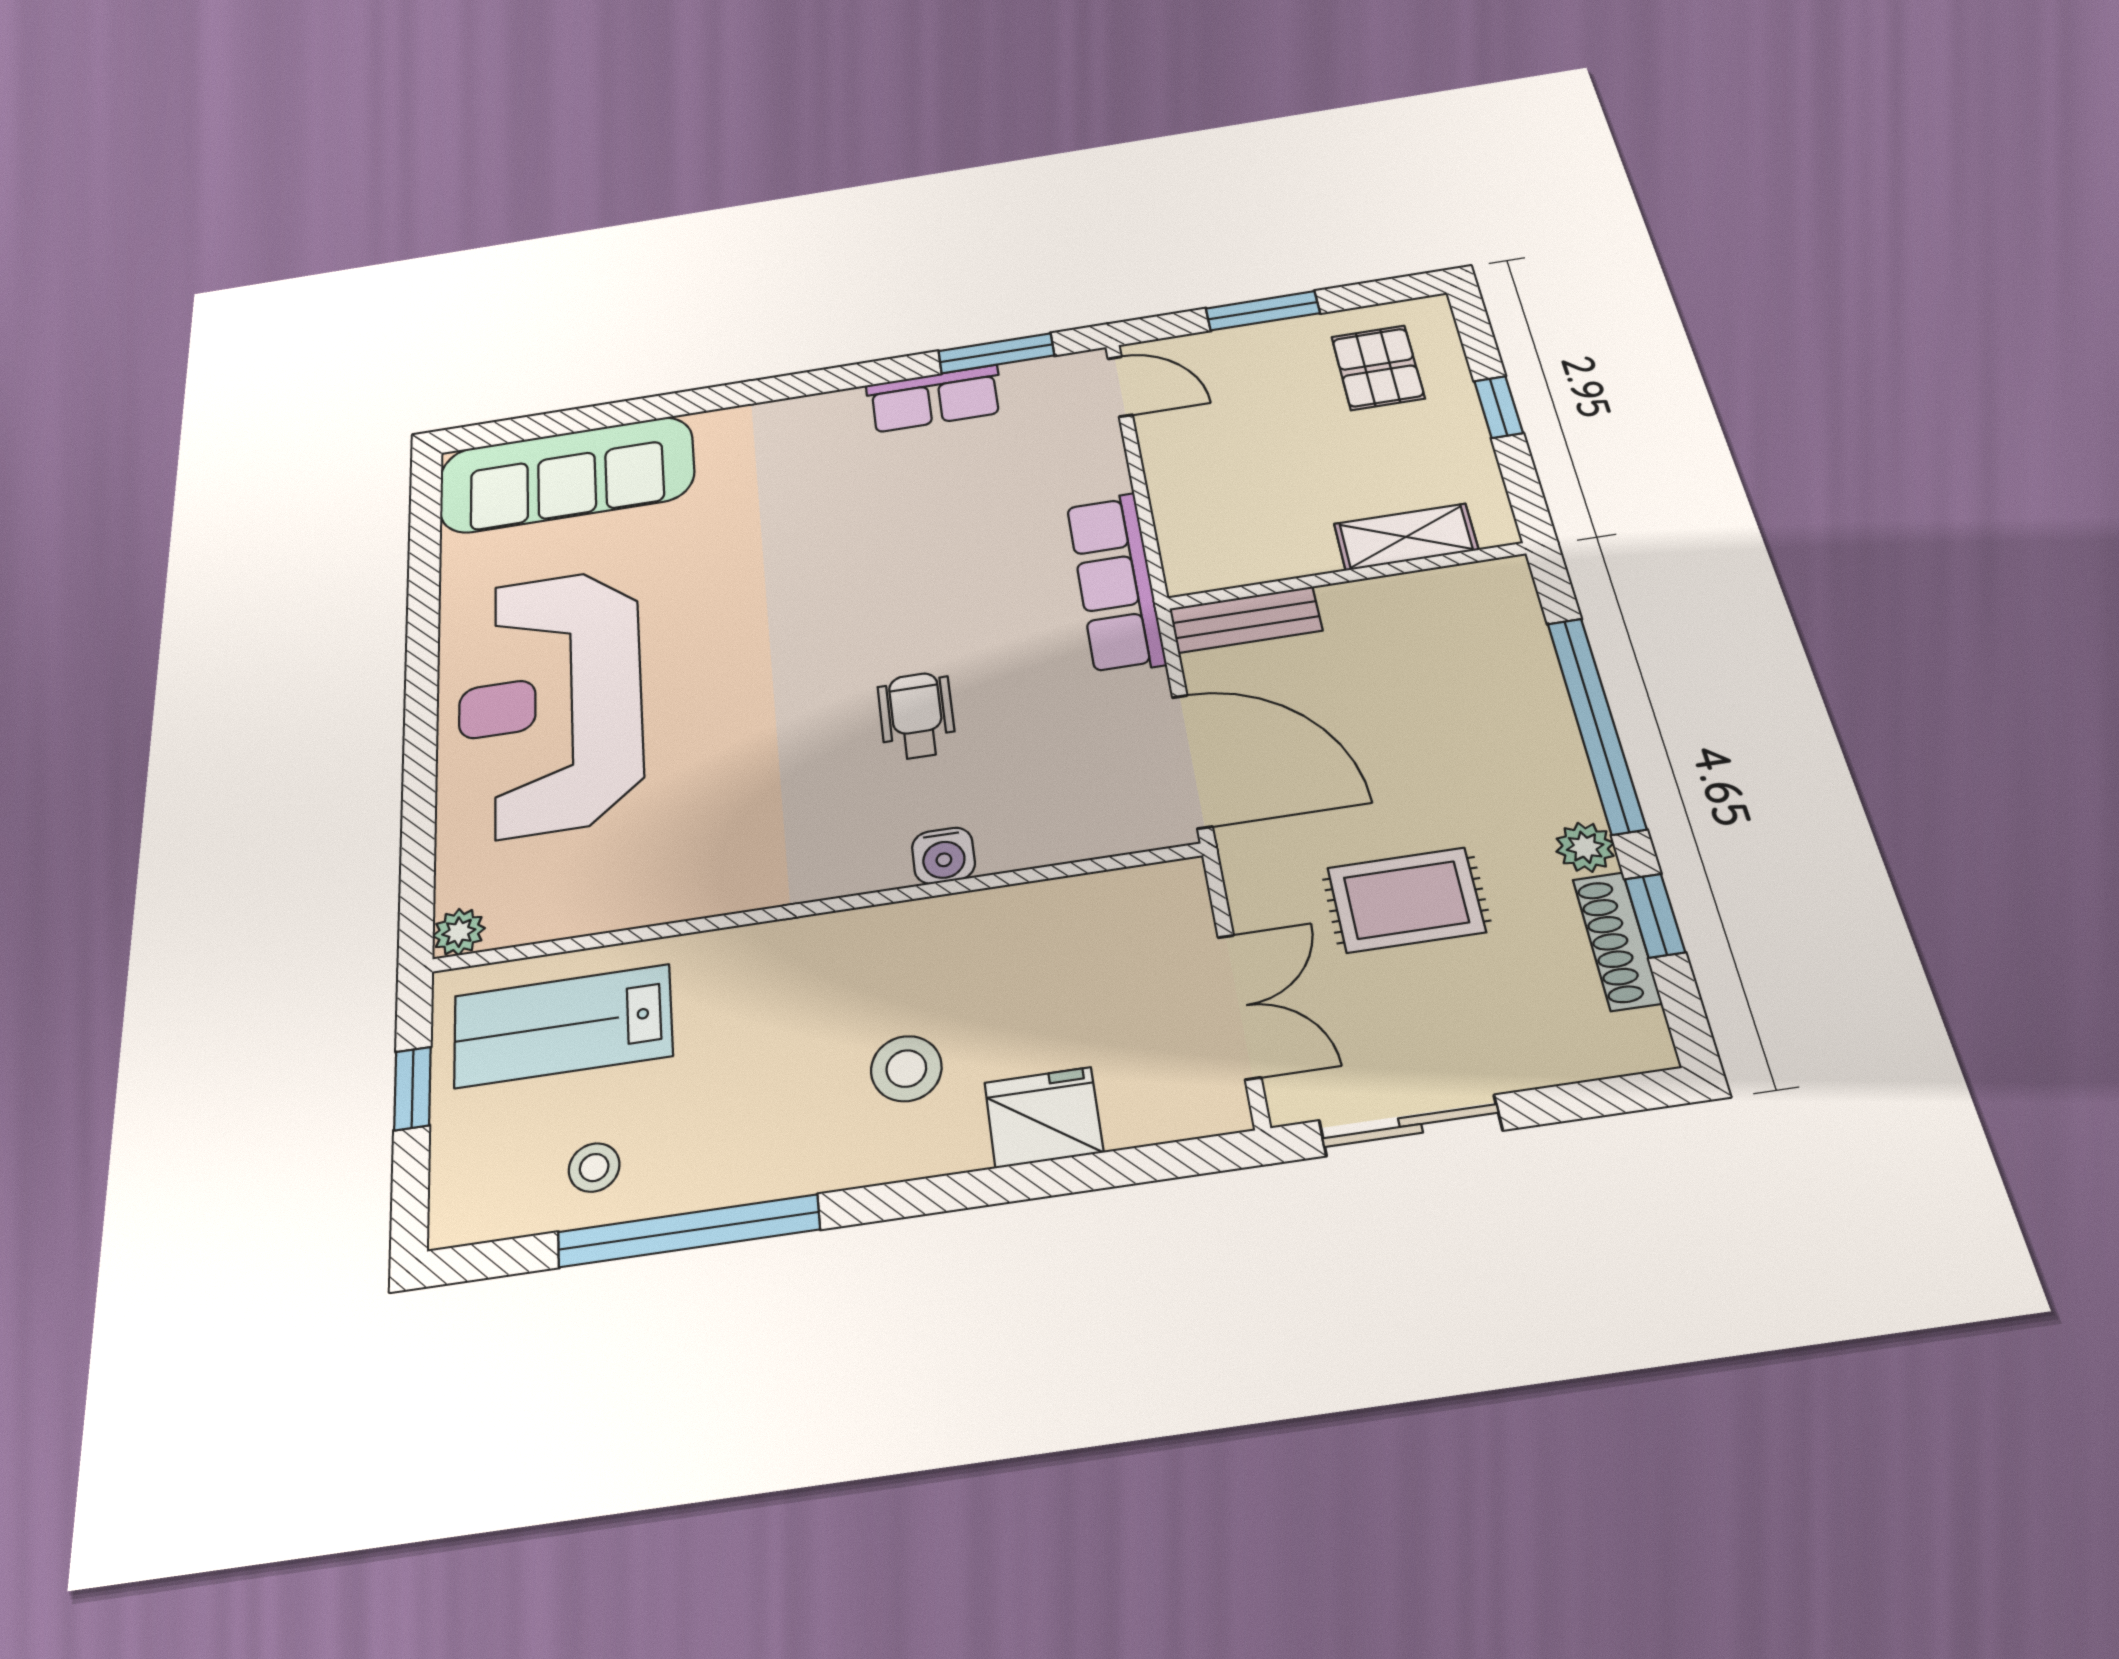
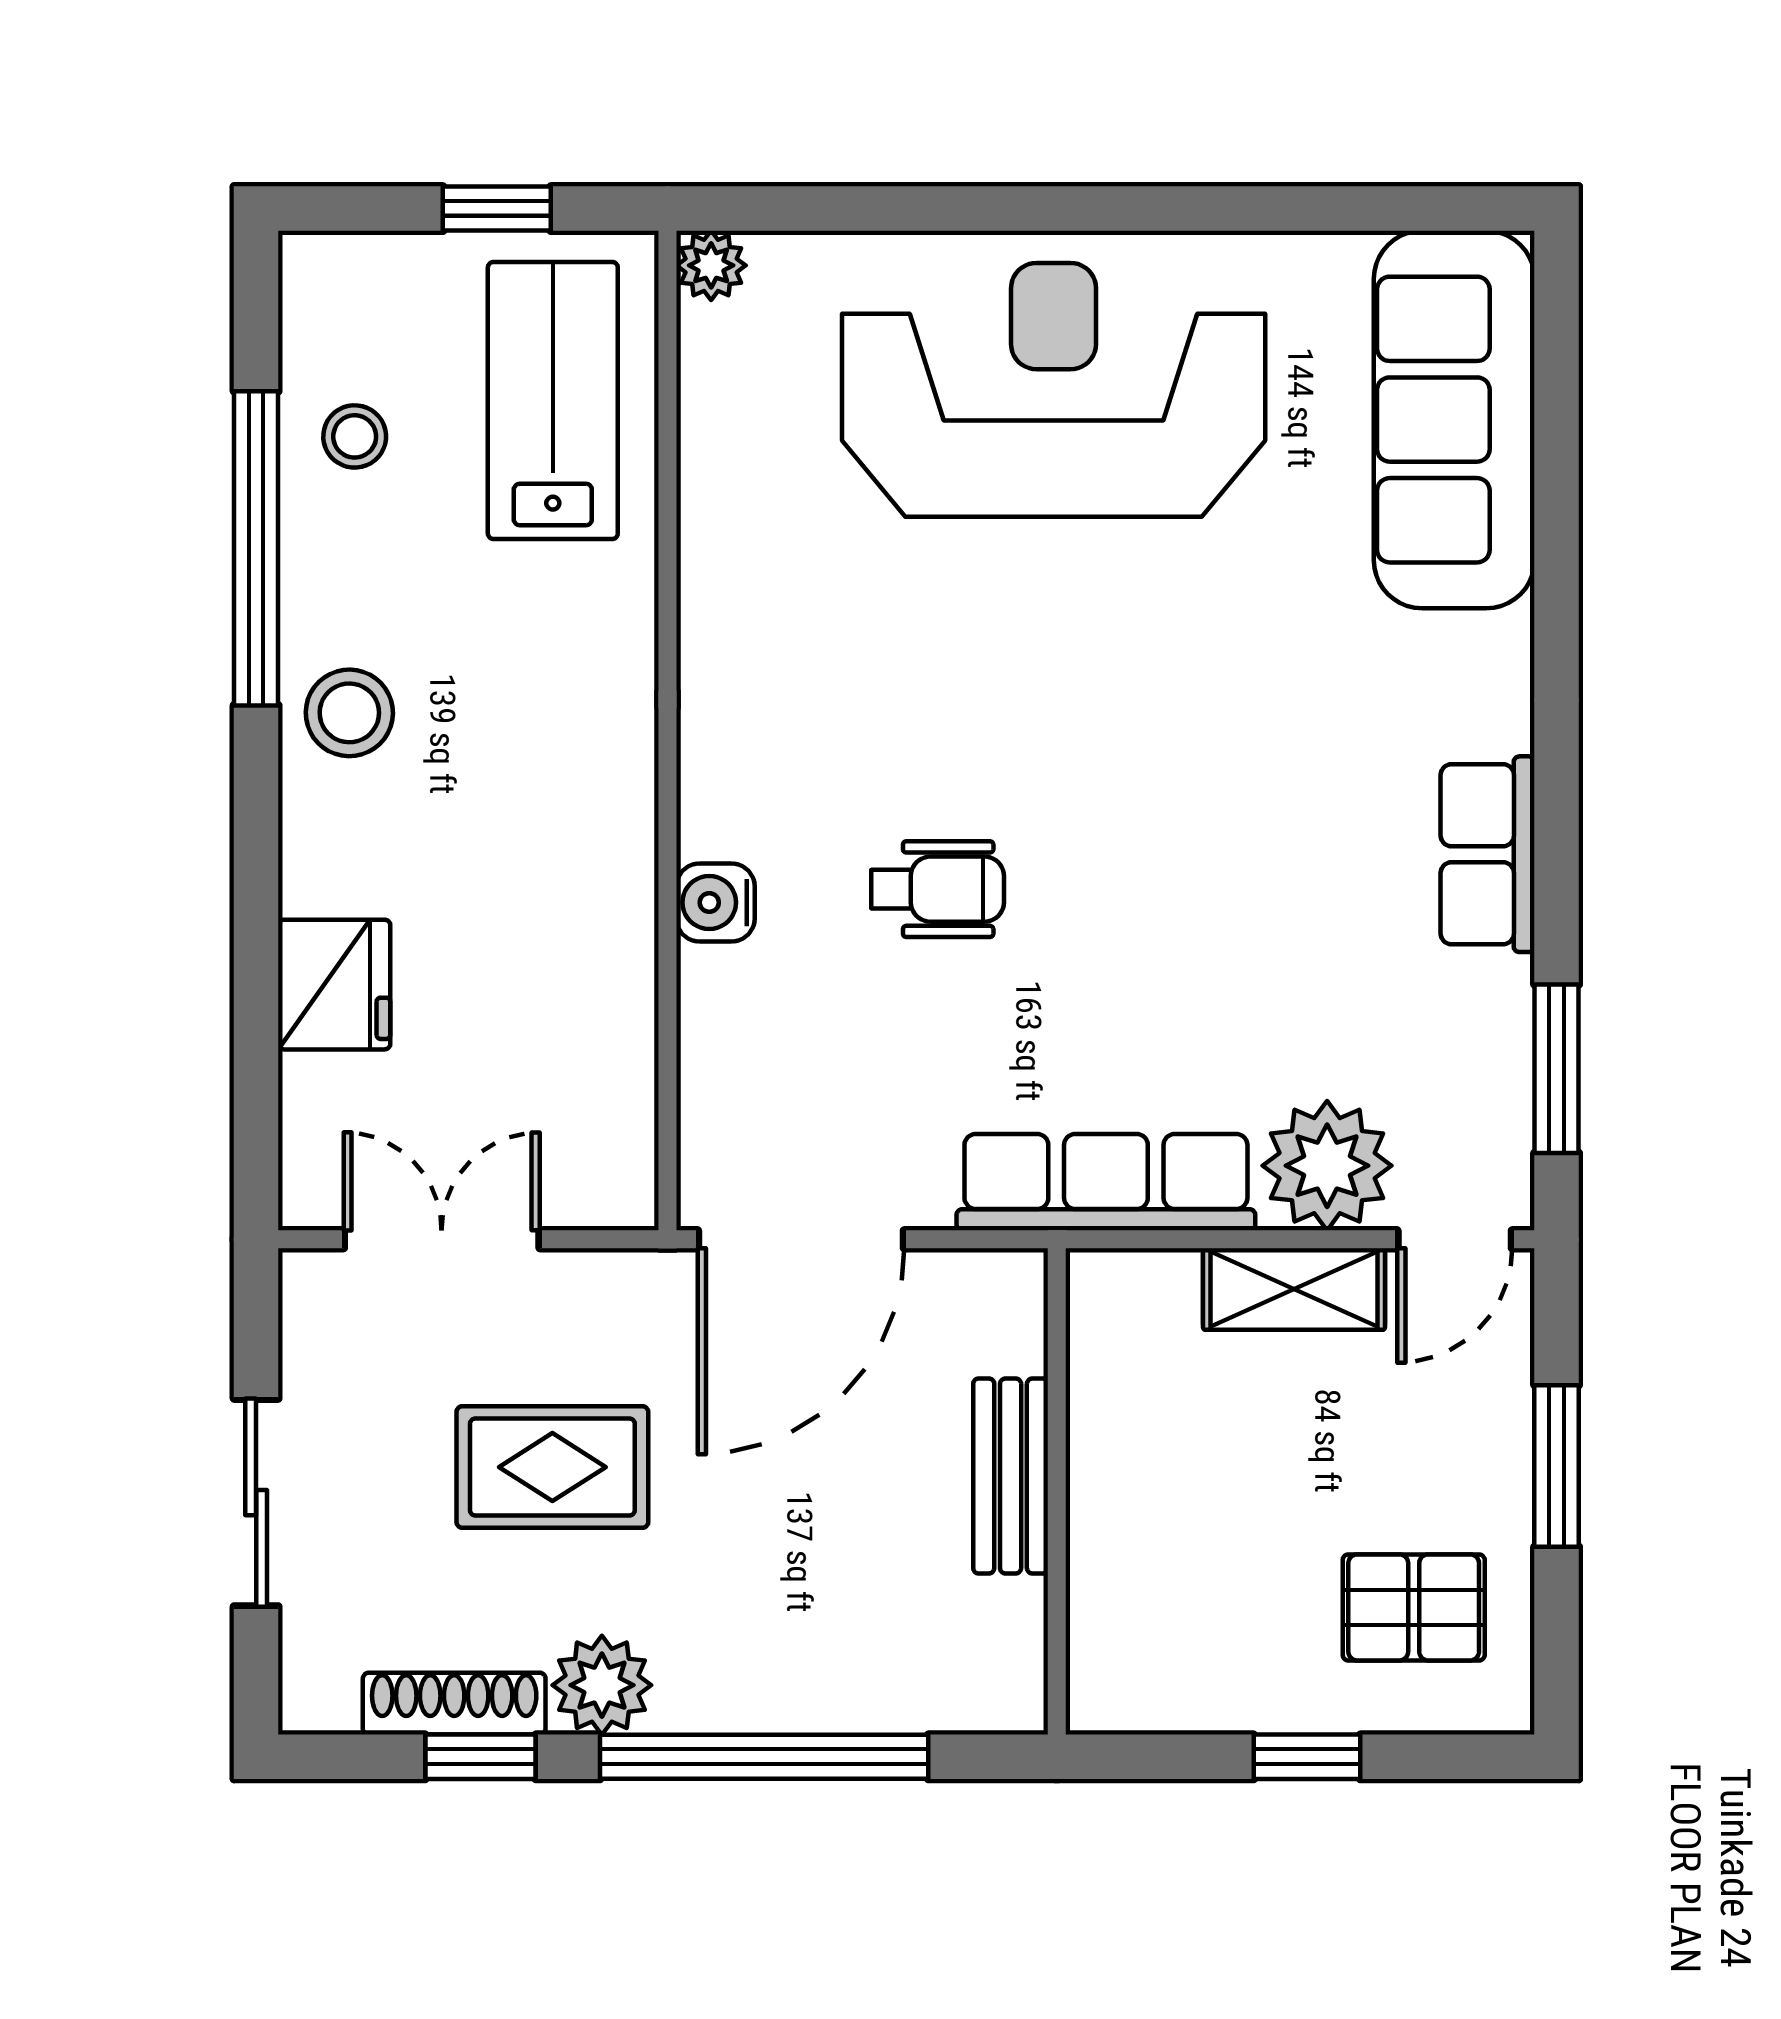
row of seats: (934, 399) -> (1488, 854), moved
plant: (1082, 461) -> (1327, 1166), added
shelving: (1406, 537) -> (1294, 1289), moved, turned 90
bench: (1246, 620) -> (1011, 1476), moved
plant: (1585, 847) -> (602, 1685), width x1.38, depth x1.38
rug: (1406, 900) -> (552, 1467), turned 90
double door: (1239, 1006) -> (442, 1239), swing flipped
stool: (906, 1069) -> (349, 713), moved
sliding door: (1410, 1126) -> (256, 1503), moved

